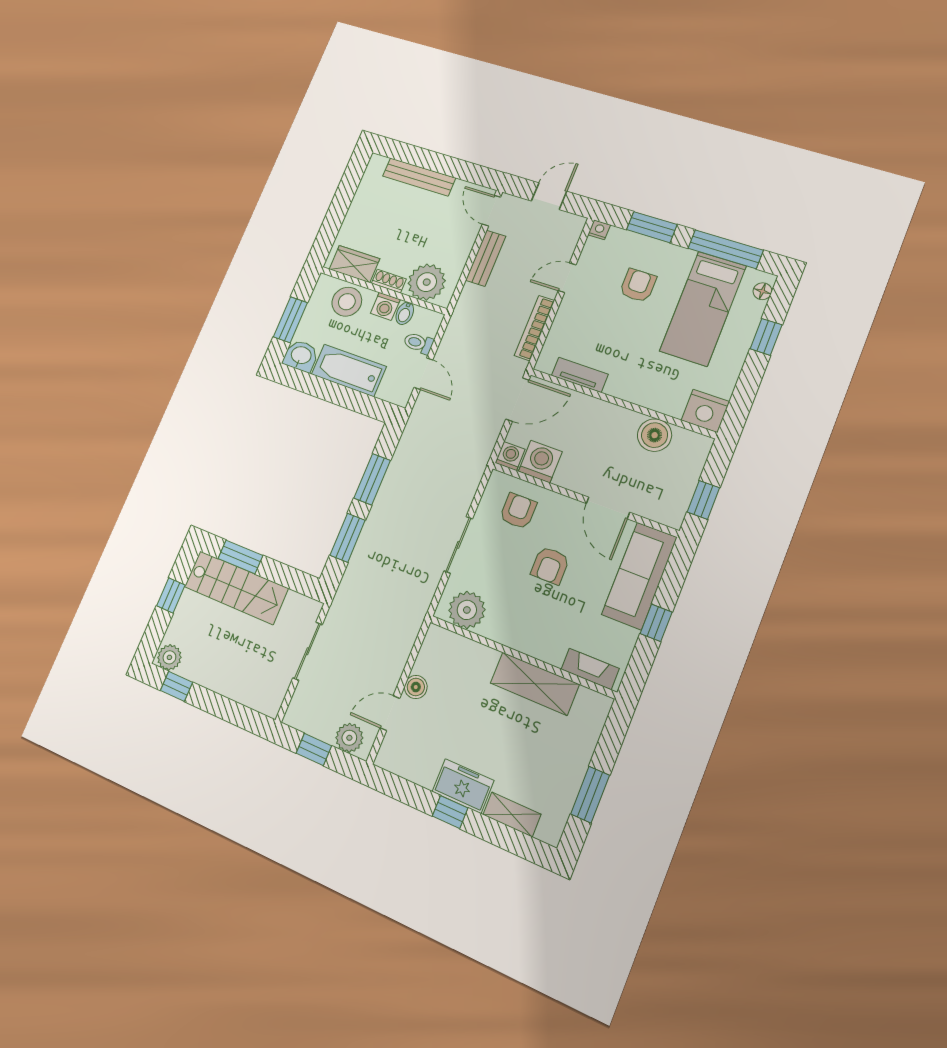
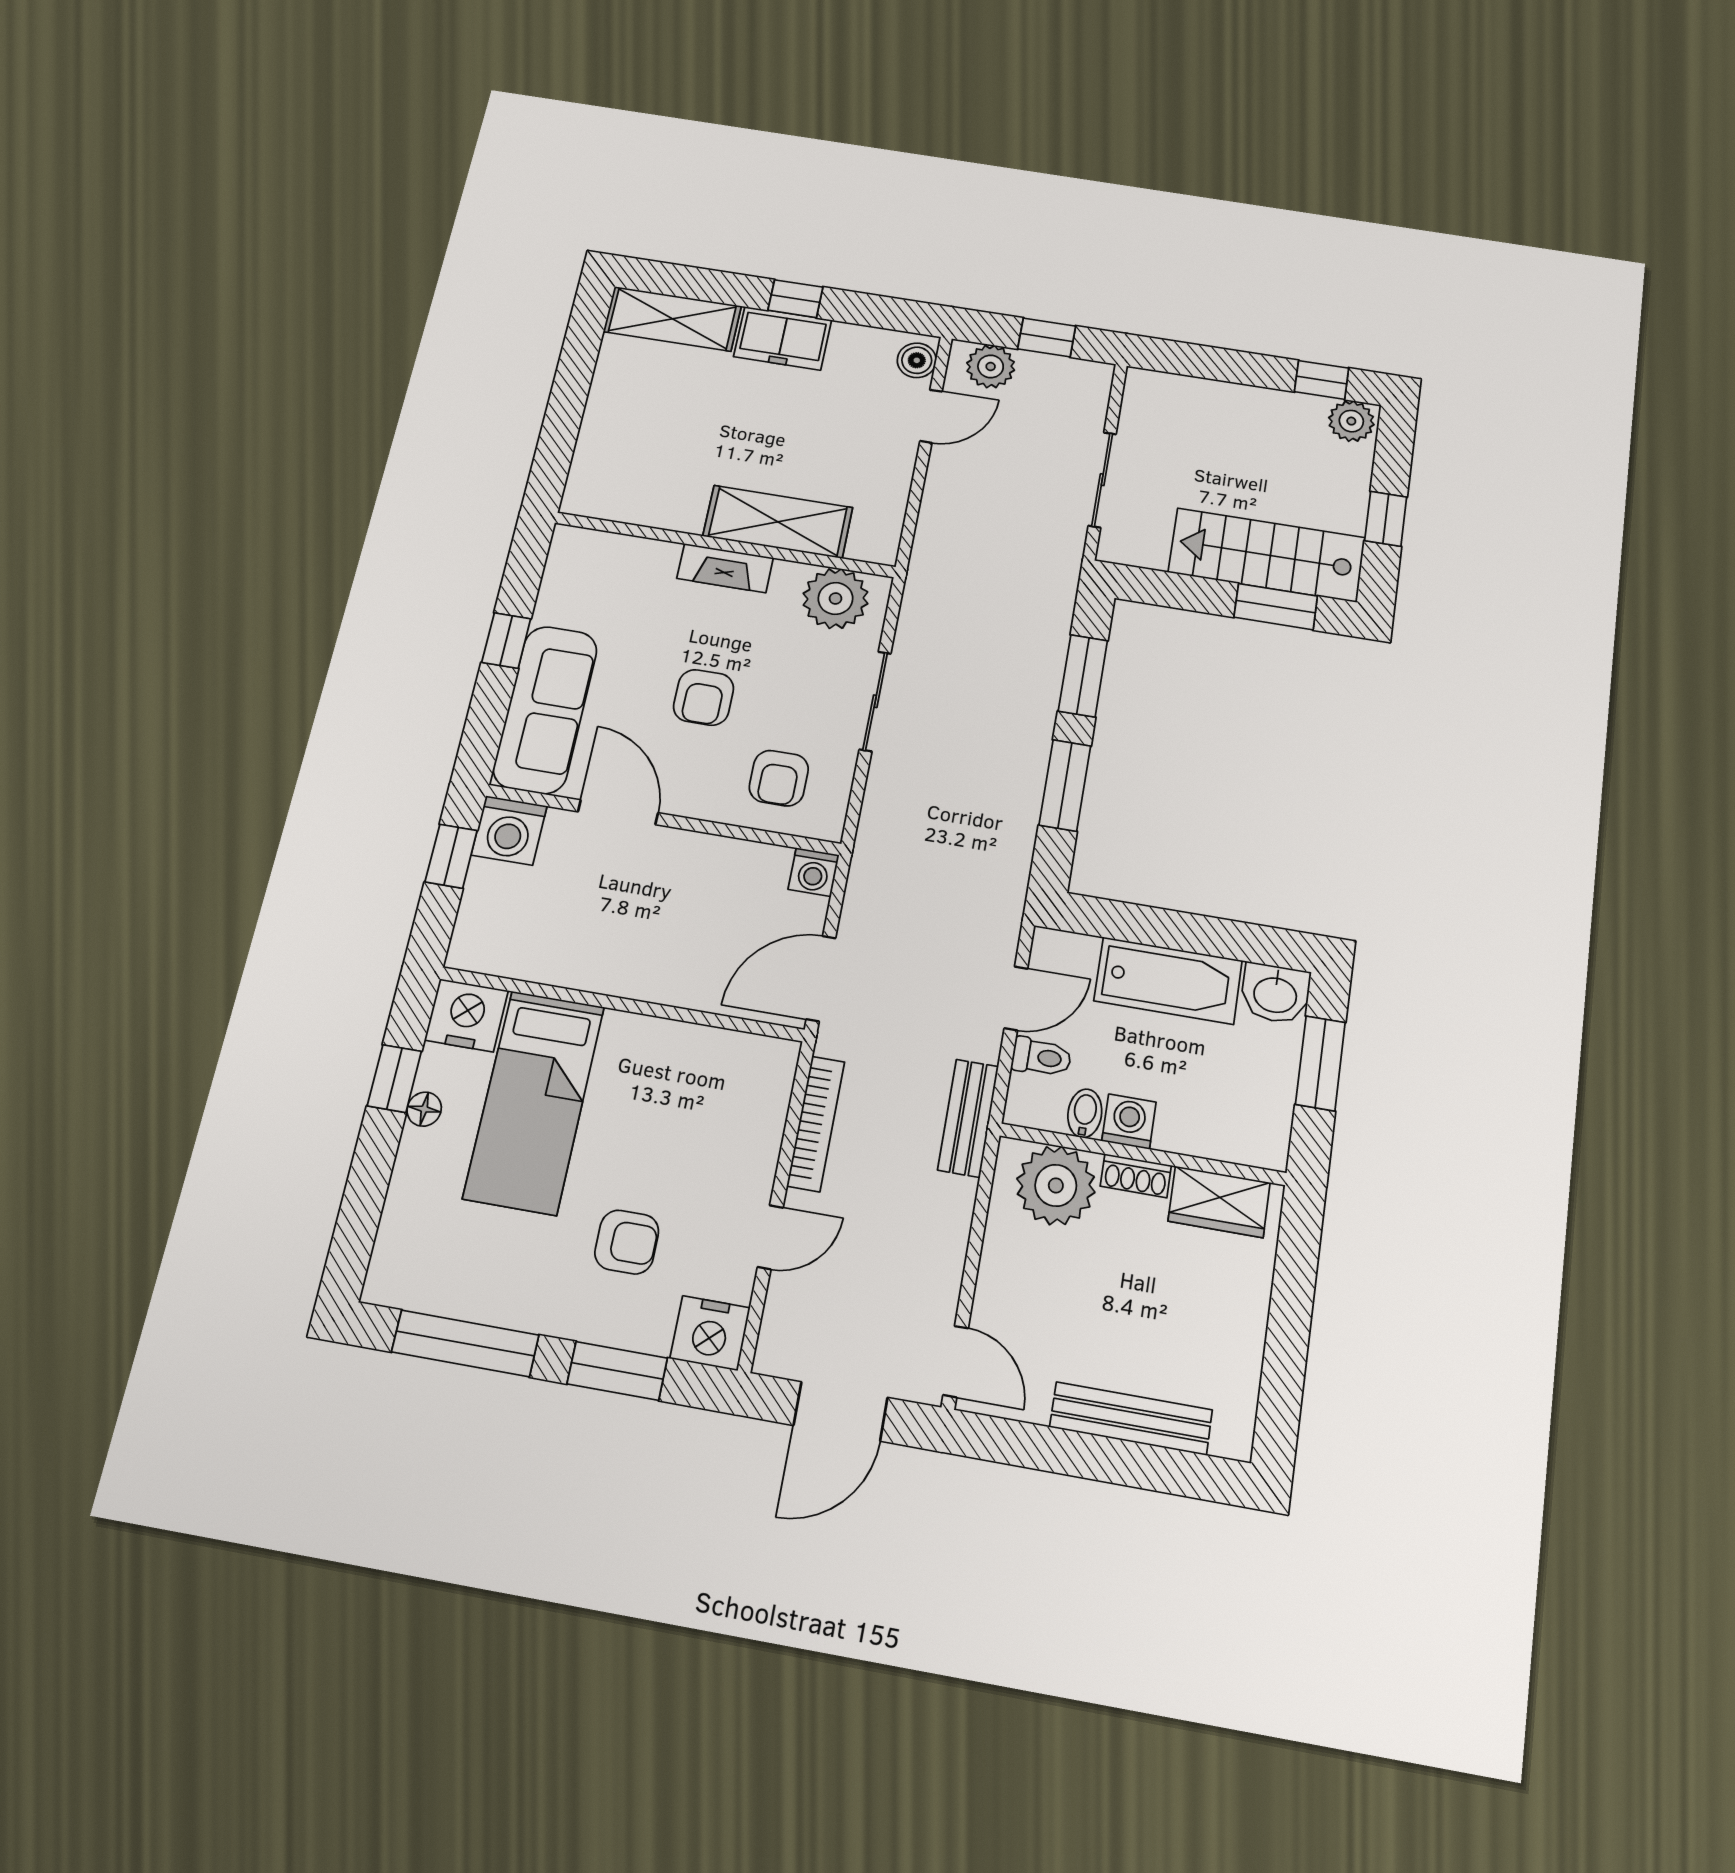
door: (549, 196) -> (841, 1411), width x1.38
nightstand: (599, 230) -> (710, 1333), width x1.89, depth x1.79
bench: (486, 258) -> (968, 1118), moved
armchair: (638, 285) -> (627, 1242), turned -90
floor lamp: (762, 291) -> (424, 1109), moved
stool: (347, 302) -> (1212, 1119), removed
bed: (703, 309) -> (534, 1102), moved, turned 180
window: (766, 337) -> (394, 1079), moved
door: (423, 374) -> (1016, 998), swing flipped
tv unit: (580, 375) -> (711, 1045), removed
boiler: (655, 435) -> (553, 955), removed
washing machine: (540, 462) -> (509, 830), moved
armchair: (550, 565) -> (704, 697), turned 180
fireplace: (590, 669) -> (725, 568), moved
shelving: (535, 684) -> (778, 522), moved
boiler: (416, 687) -> (917, 360), moved
window: (590, 795) -> (575, 369), removed
shelving: (512, 814) -> (672, 319), width x1.50, depth x1.33

